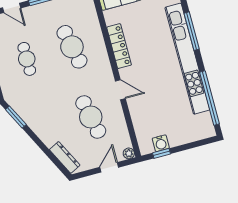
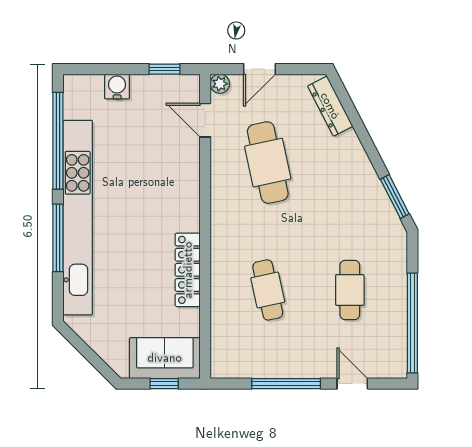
window: (192, 31) -> (58, 238), moved
cafe table: (72, 47) -> (268, 290), width x0.73, depth x0.74
door: (120, 90) -> (205, 120), moved
water cooler: (161, 143) -> (117, 86), moved

